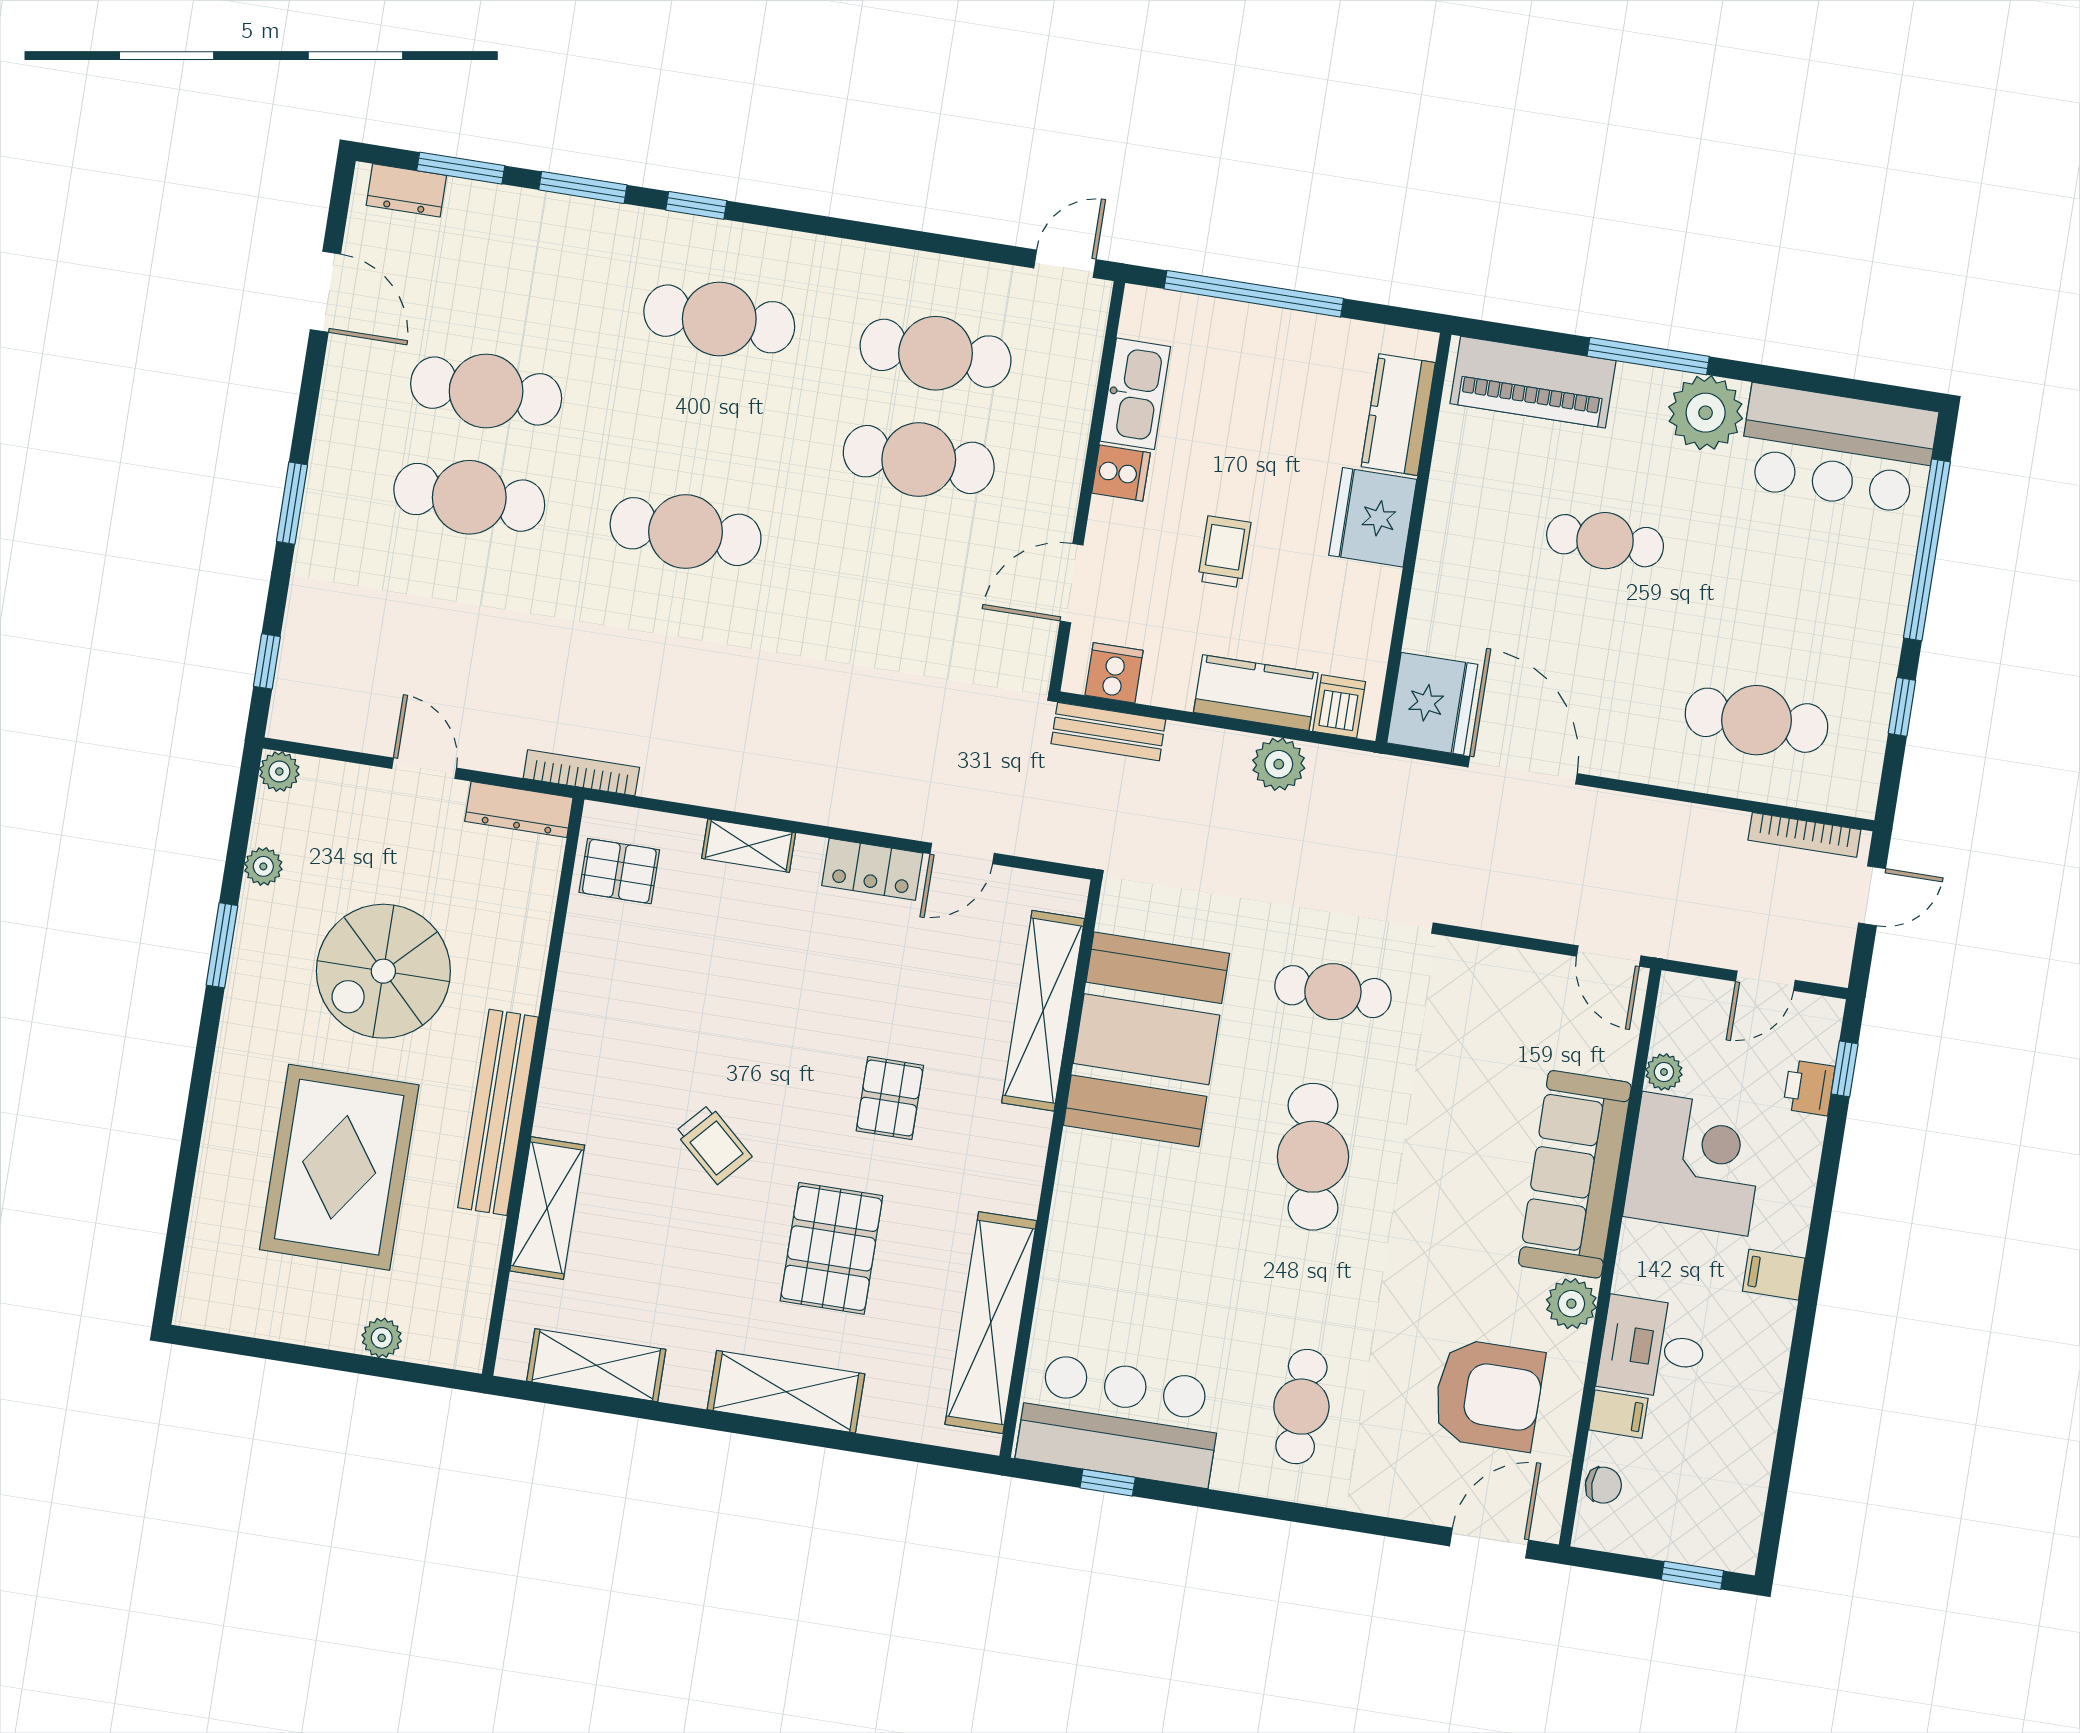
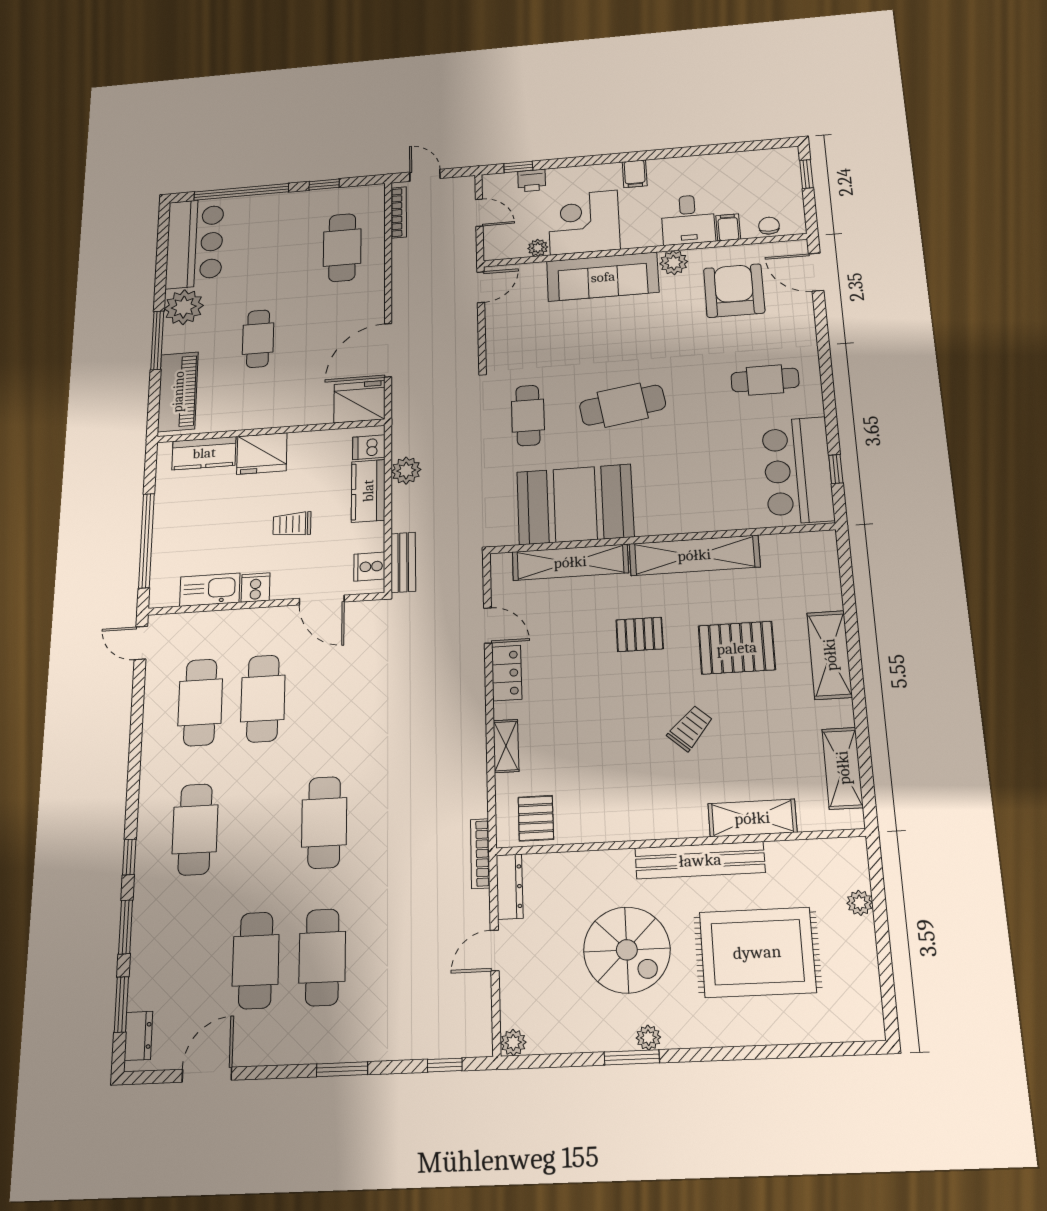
plant: (263, 866) -> (648, 1038), moved
shelving: (991, 1323) -> (694, 555), moved

